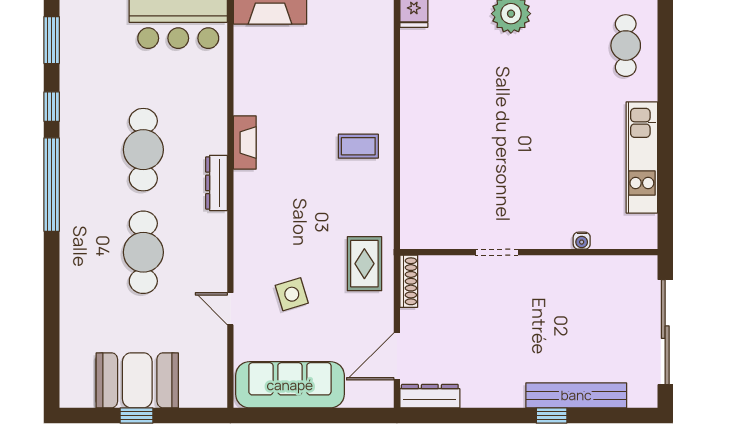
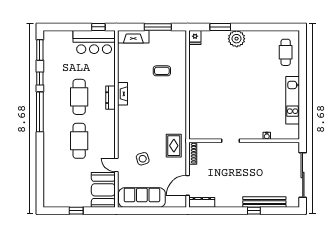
coffee table: (358, 146) -> (162, 71), moved
dresser: (216, 183) -> (110, 98), moved
booth: (137, 380) -> (103, 190), moved, turned 90

